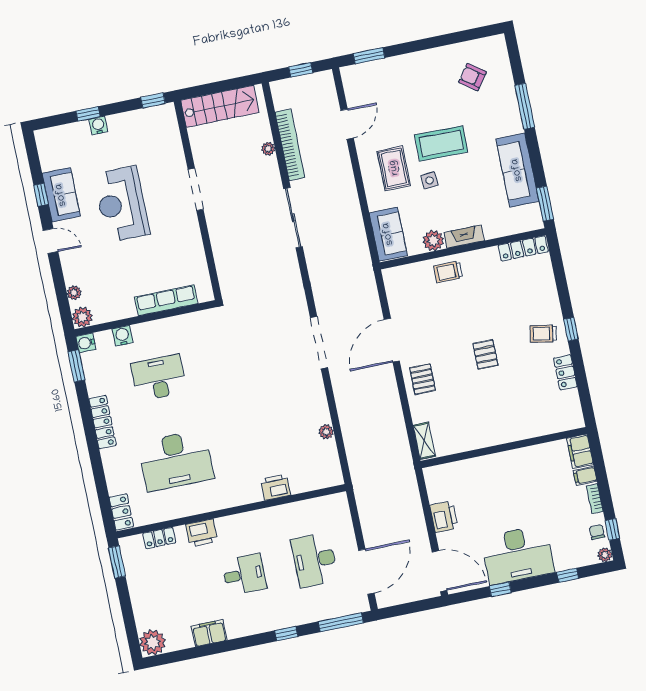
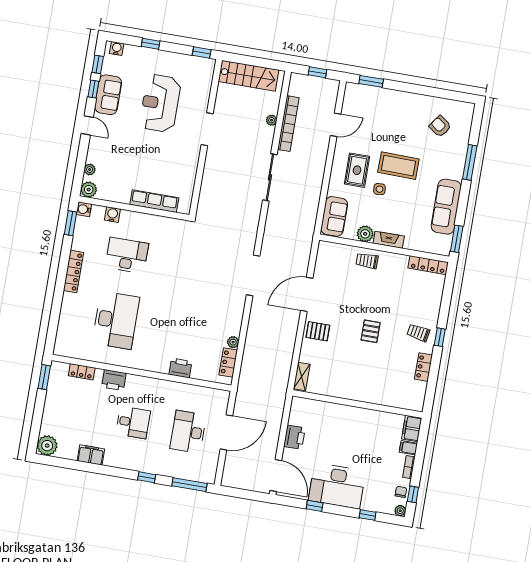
water cooler: (98, 125) -> (117, 48), moved
window: (34, 163) -> (98, 64), added
reception desk: (122, 204) -> (160, 103), moved
pallet: (423, 379) -> (318, 331), turned 90
desk: (176, 460) -> (116, 320), turned -90
locker: (121, 512) -> (228, 362), moved, turned 180
door: (366, 572) -> (226, 432), moved

